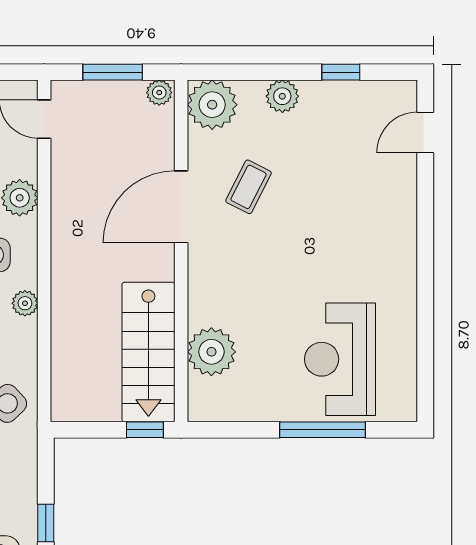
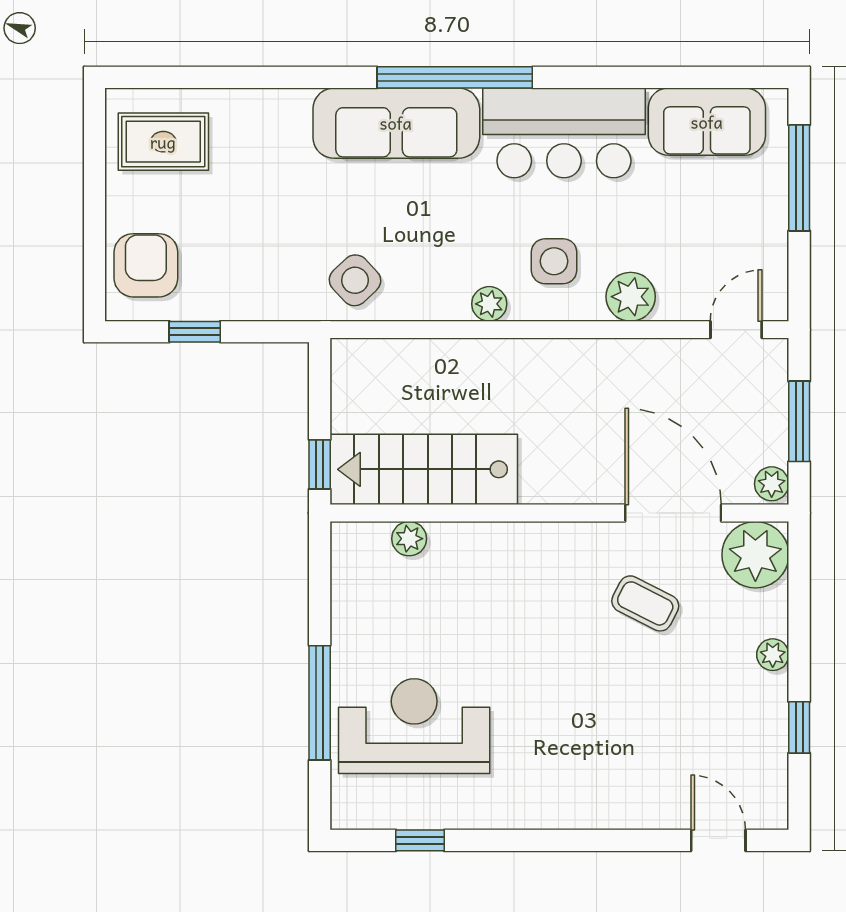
plant: (282, 96) -> (773, 655), width x0.73, depth x0.73
door: (181, 207) -> (673, 513), moved
plant: (211, 352) -> (409, 539), width x0.53, depth x0.53
window: (425, 355) -> (420, 840), added

